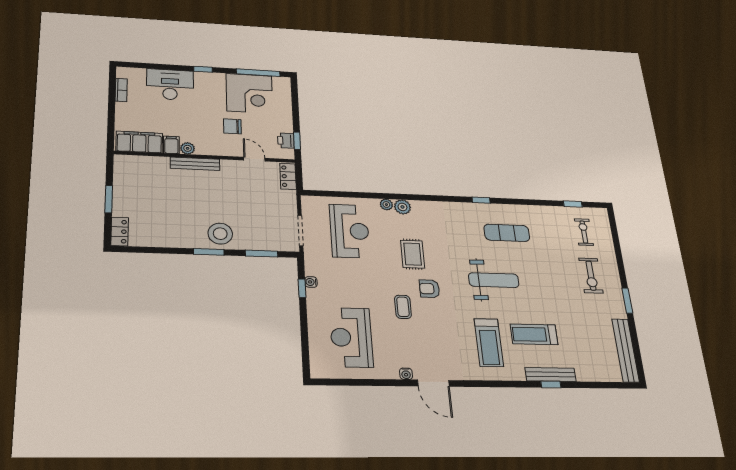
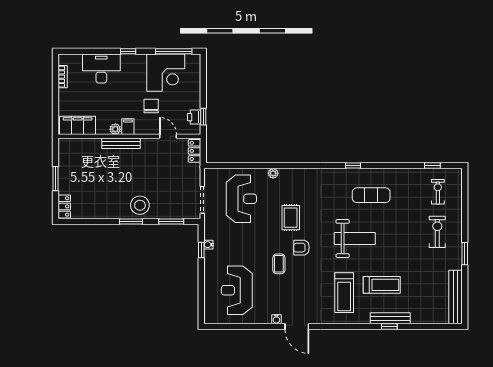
chair: (232, 126) -> (151, 106), turned 90
filing cabinet: (171, 145) -> (128, 127), moved
plant: (402, 207) -> (286, 175), removed
exercise bike: (591, 276) -> (437, 232), turned 180
treadmill: (534, 334) -> (382, 285), turned 180

